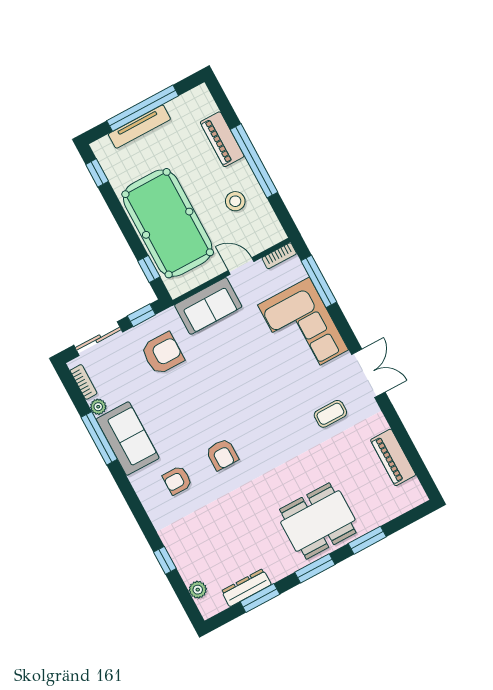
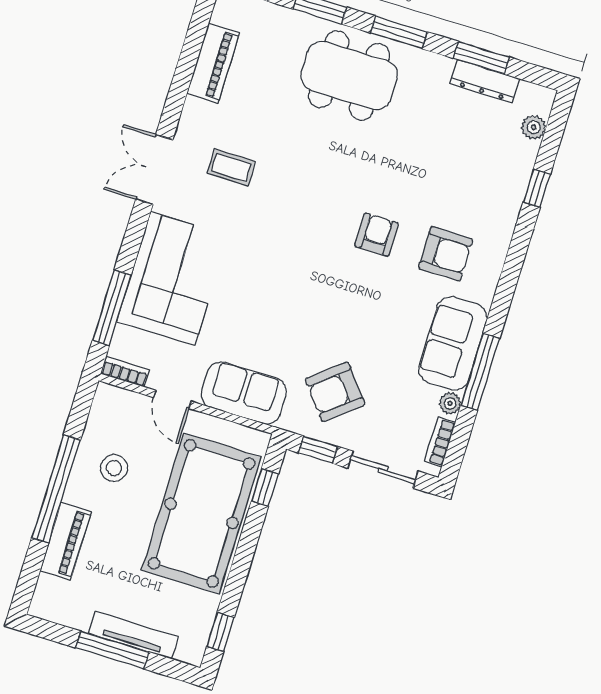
window: (143, 108) -> (112, 650), width x0.68
armchair: (162, 353) -> (335, 392), turned -39
armchair: (177, 480) -> (446, 254), width x1.38, depth x1.38

